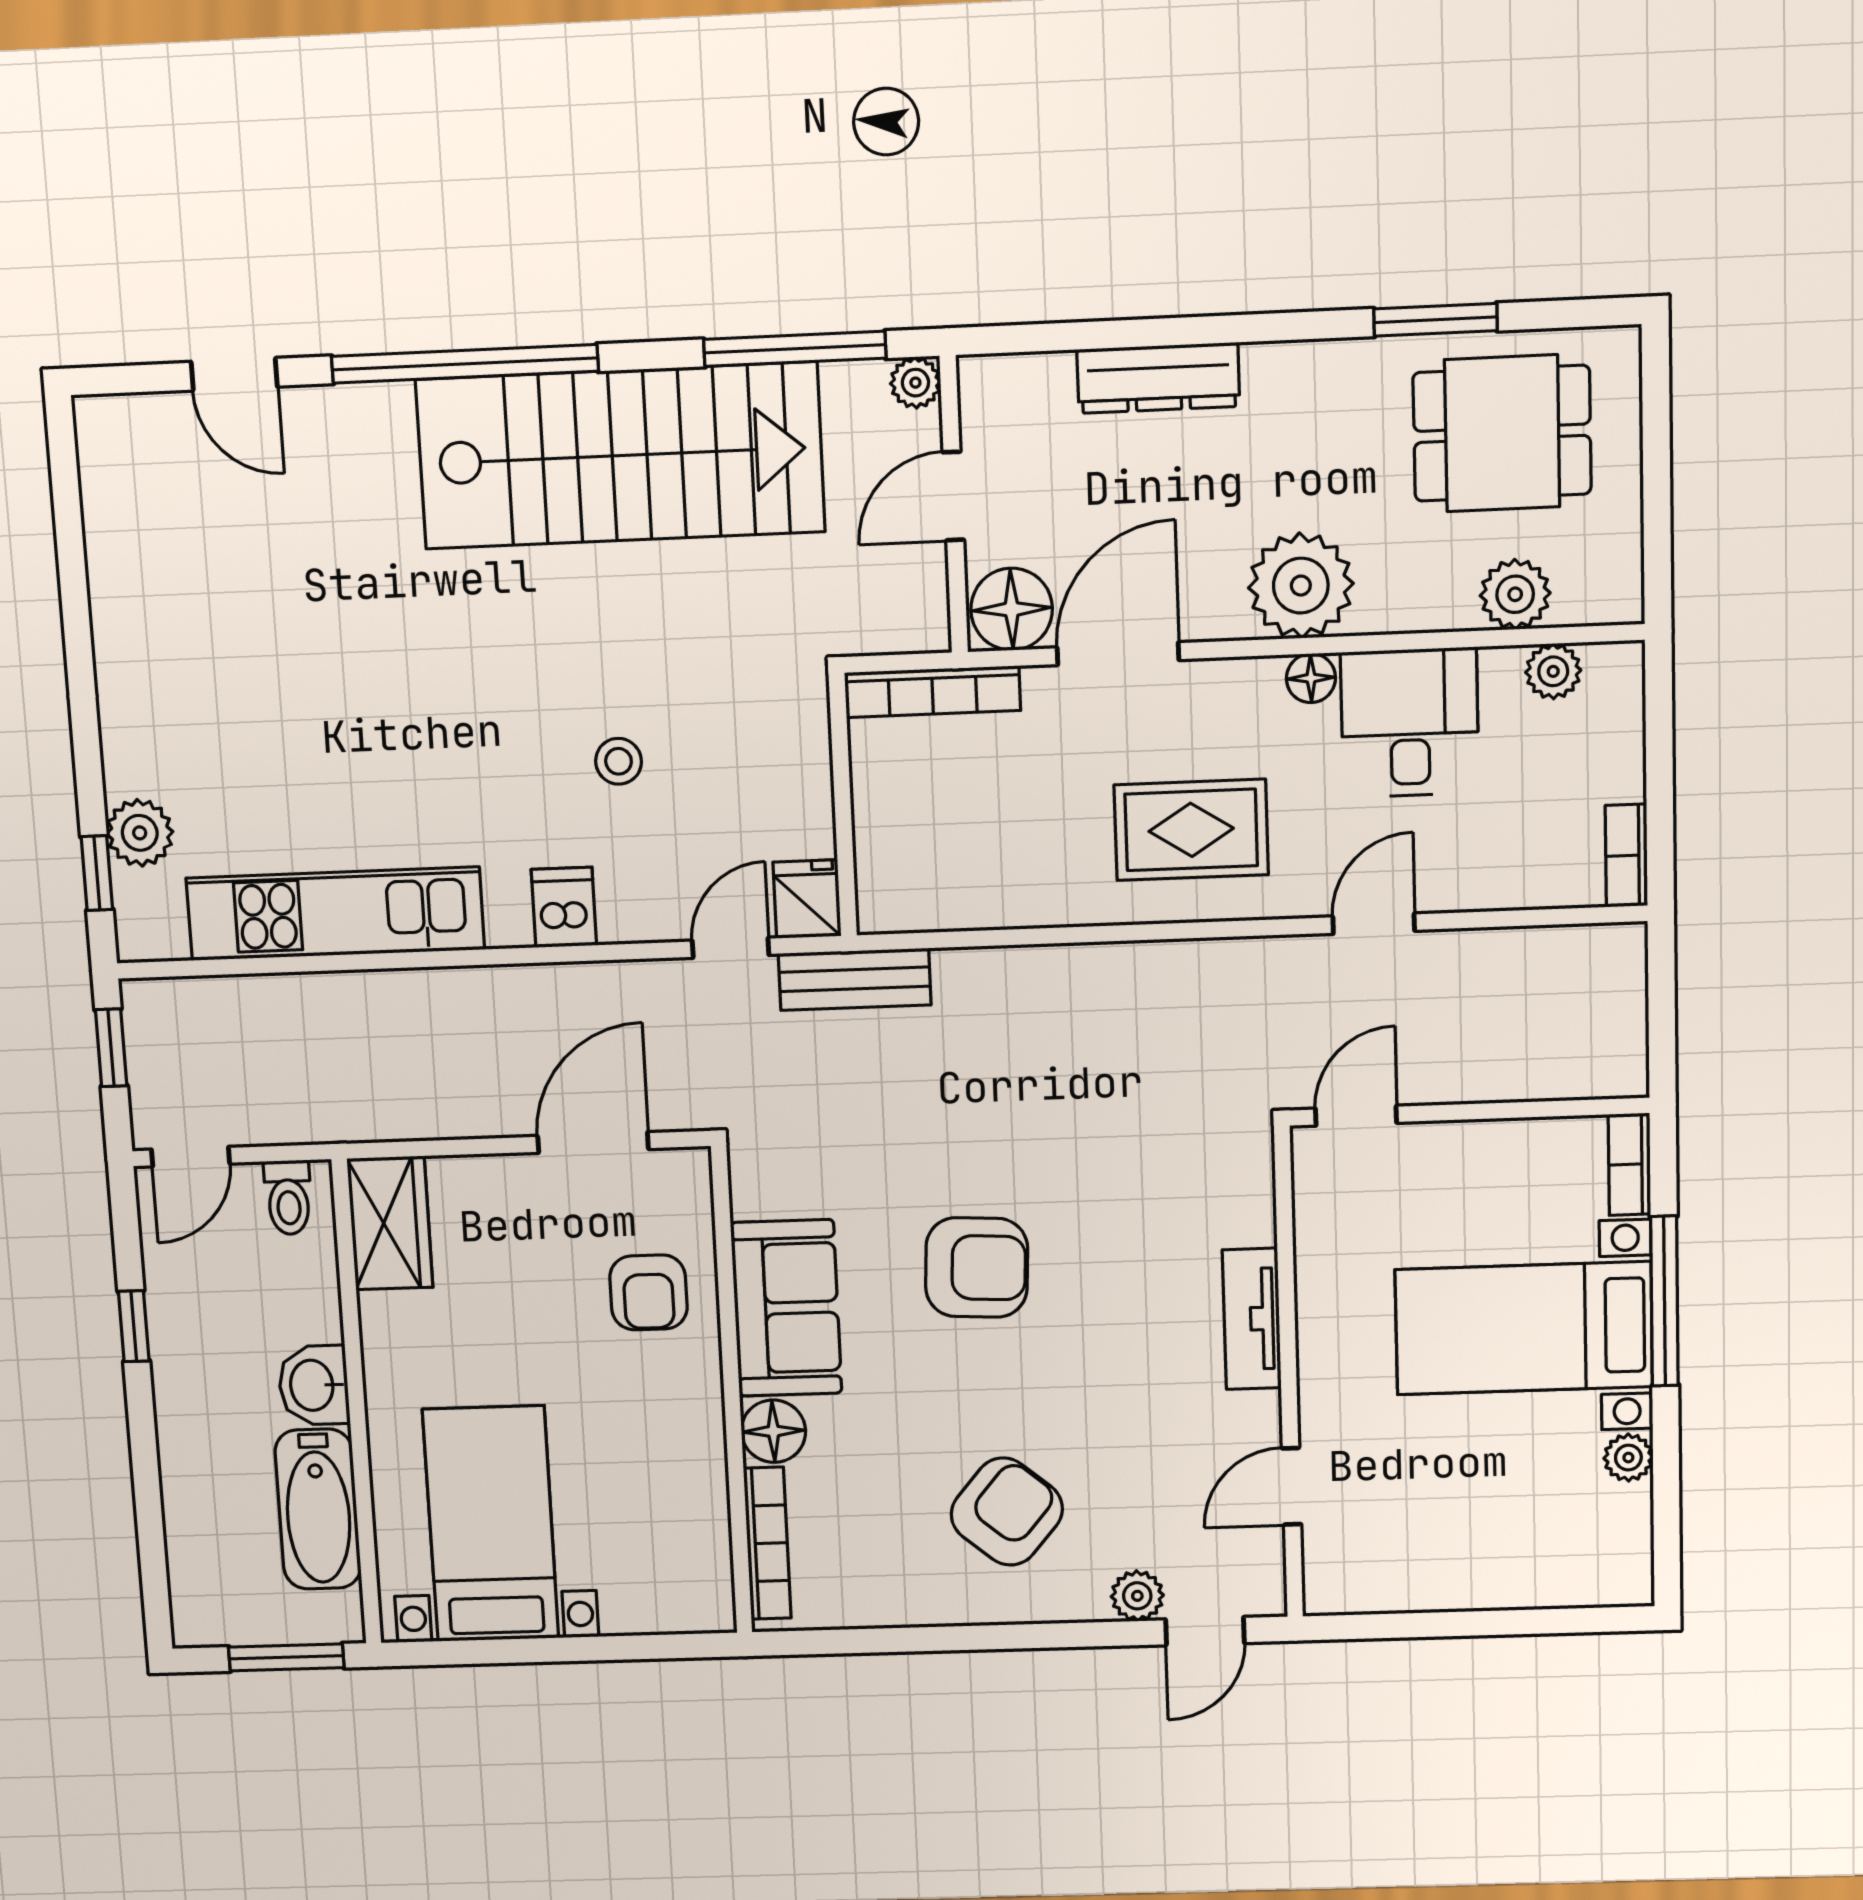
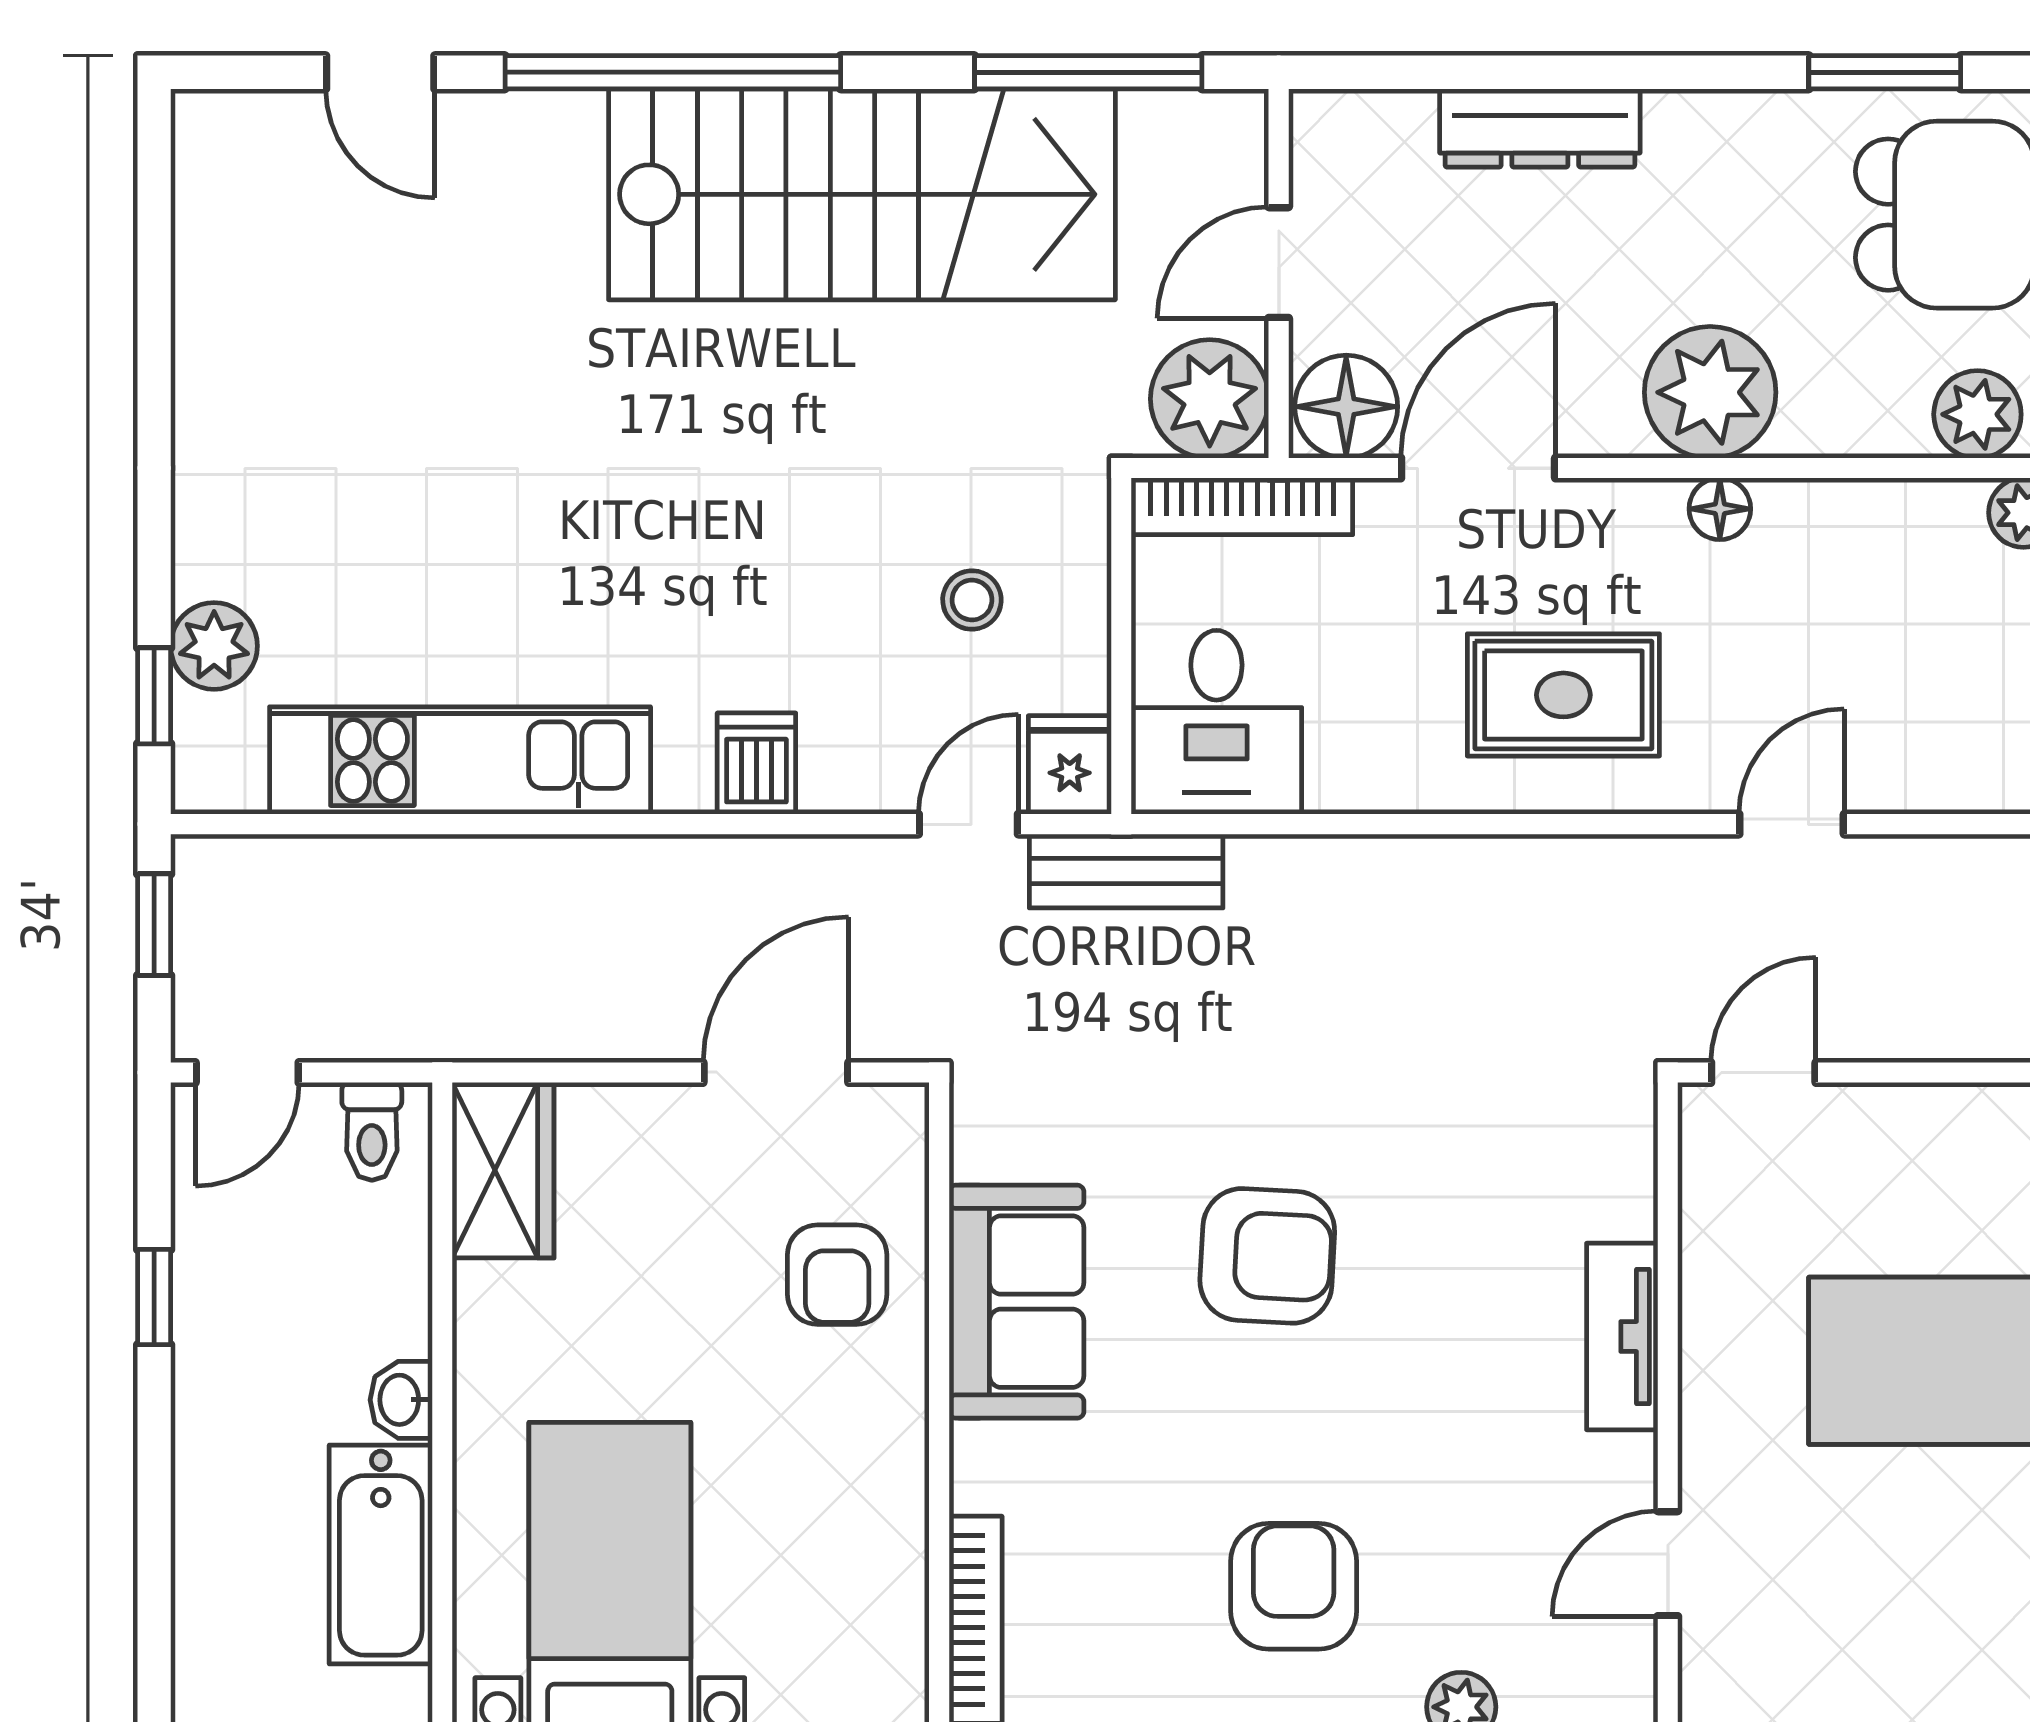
plant: (915, 383) -> (1210, 399), moved, width x1.88, depth x1.88
desk: (1410, 723) -> (1216, 722), moved, turned 180
stool: (619, 761) -> (972, 600), moved
washbasin: (314, 1385) -> (401, 1400), width x0.72, depth x0.69
floor lamp: (773, 1431) -> (991, 1467), removed
armchair: (1007, 1512) -> (1294, 1586), turned -40

